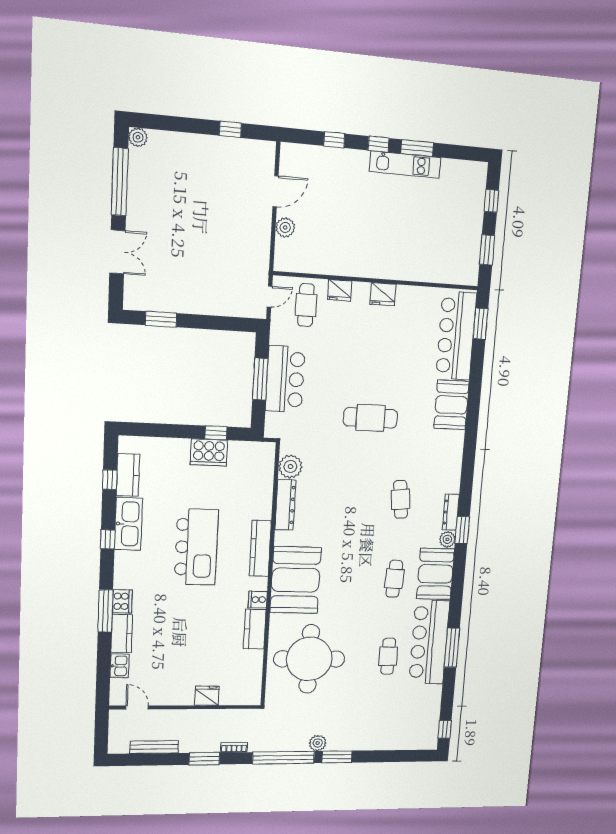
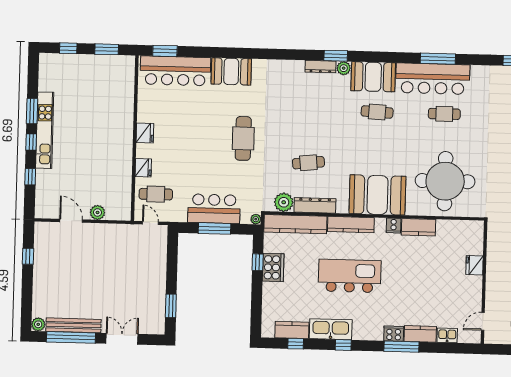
kitchen unit: (405, 165) -> (45, 130), width x1.36
bench: (136, 186) -> (73, 325), added
plant: (270, 432) -> (256, 219), added
kitchen counter: (263, 481) -> (295, 224), added
cafe table: (401, 499) -> (308, 163), moved

